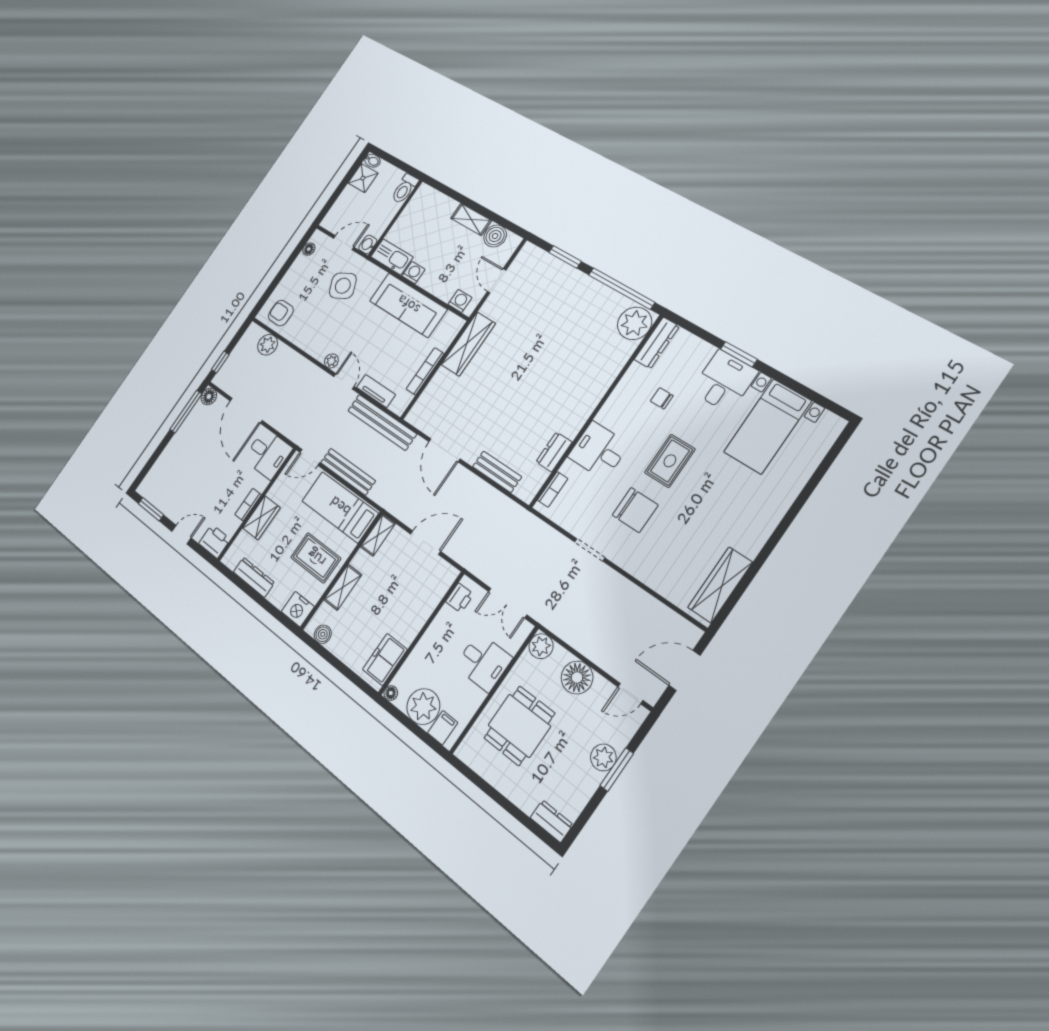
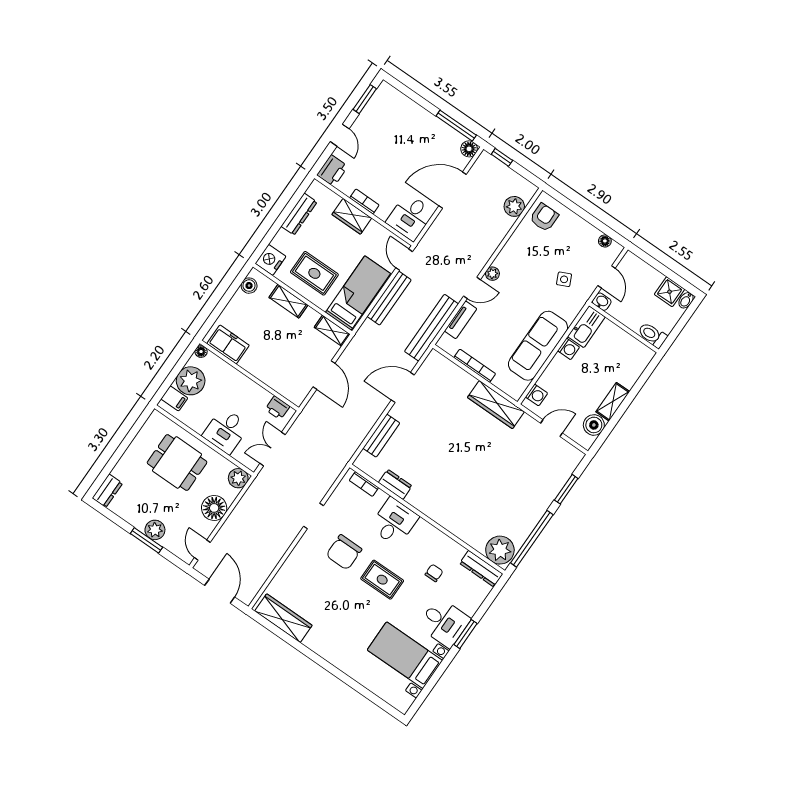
side table: (343, 286) -> (564, 279), width x0.54, depth x0.54
rug: (316, 558) -> (314, 273), turned 90

